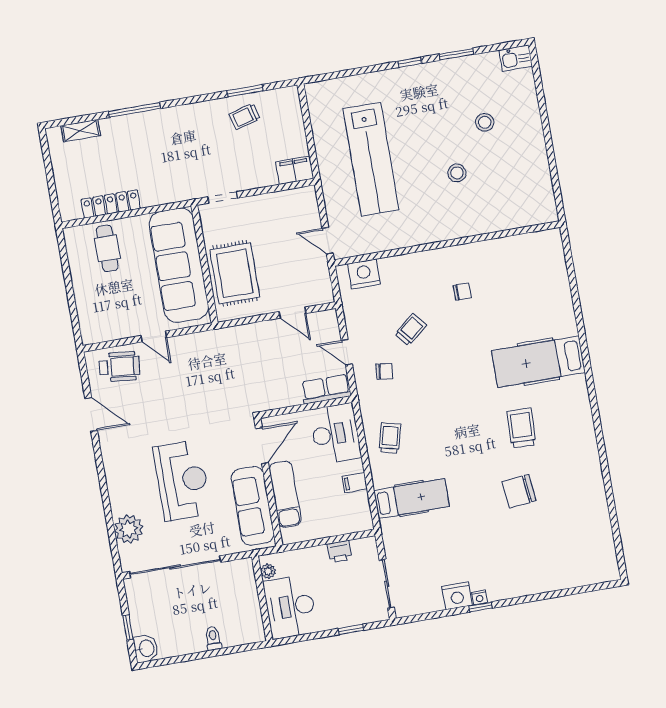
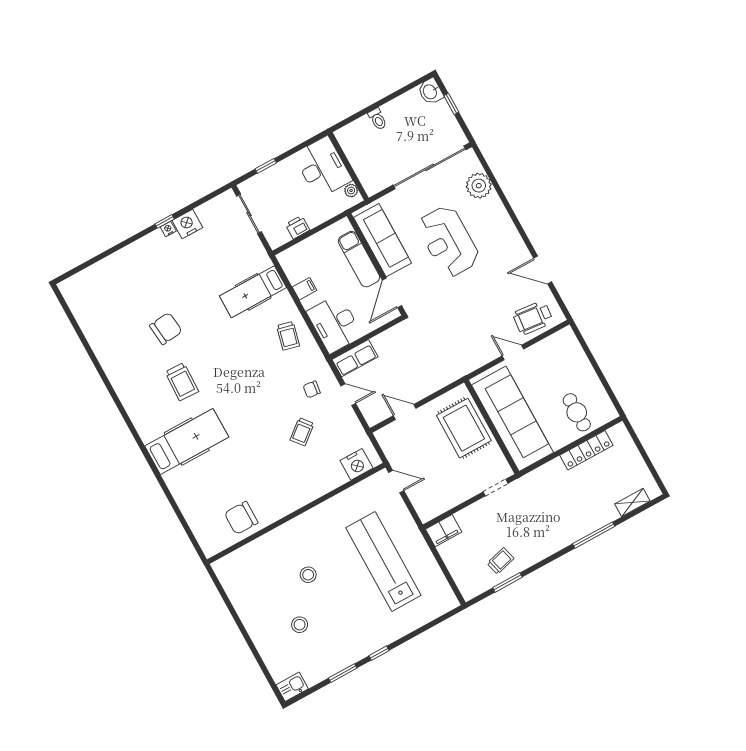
chair: (462, 292) -> (241, 518), moved, width x1.87, depth x1.87

